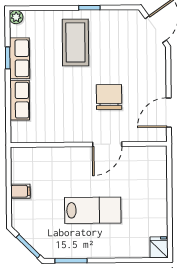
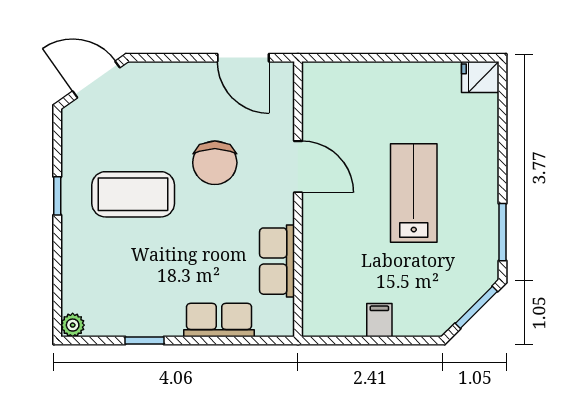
coffee table: (75, 42) -> (133, 194), moved
row of seats: (20, 58) -> (277, 261), moved, turned -90
chair: (109, 97) -> (215, 163), turned -90

